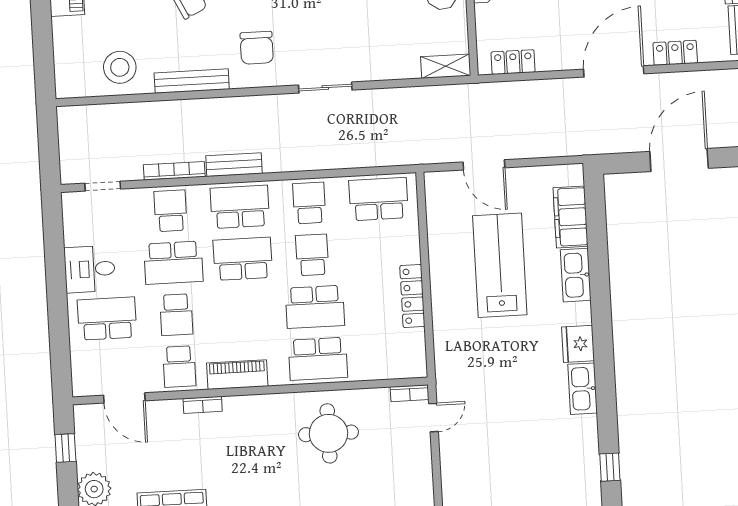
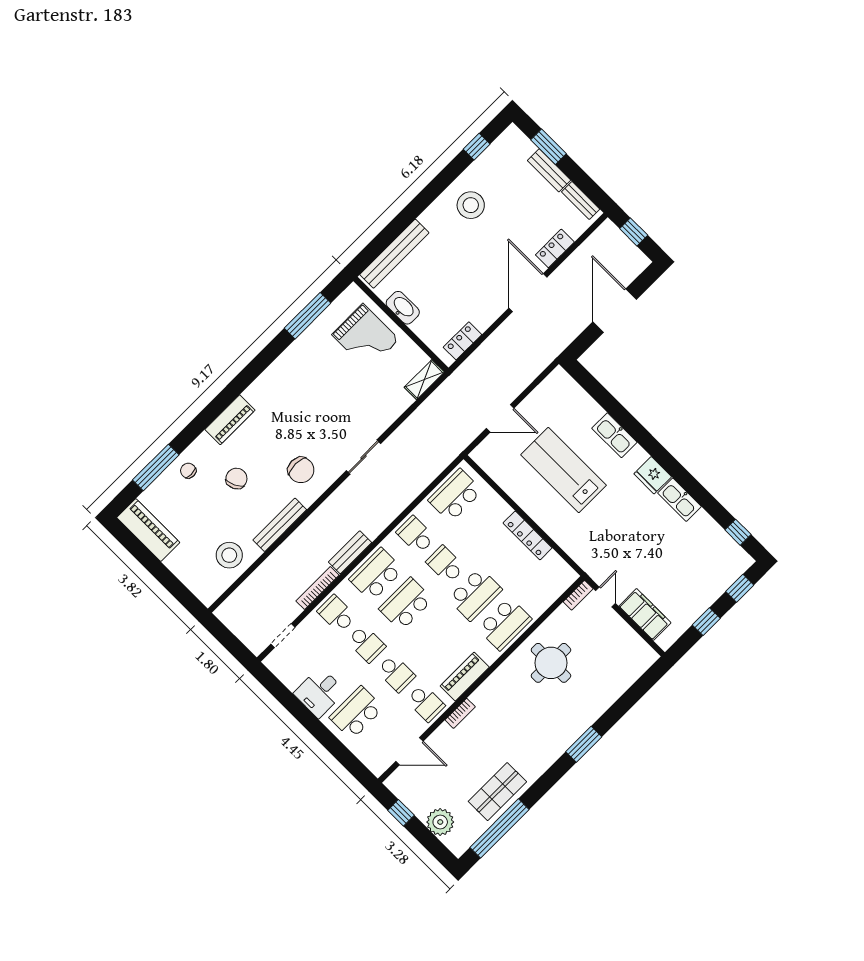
filing cabinet: (571, 217) -> (645, 614), moved, turned 180
school desk: (173, 263) -> (366, 644), width x0.54

